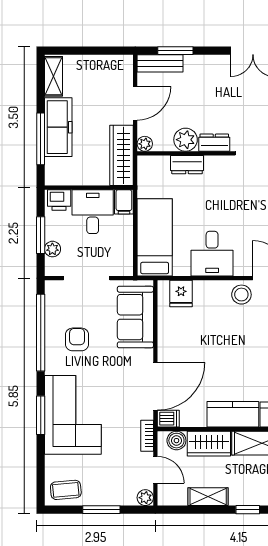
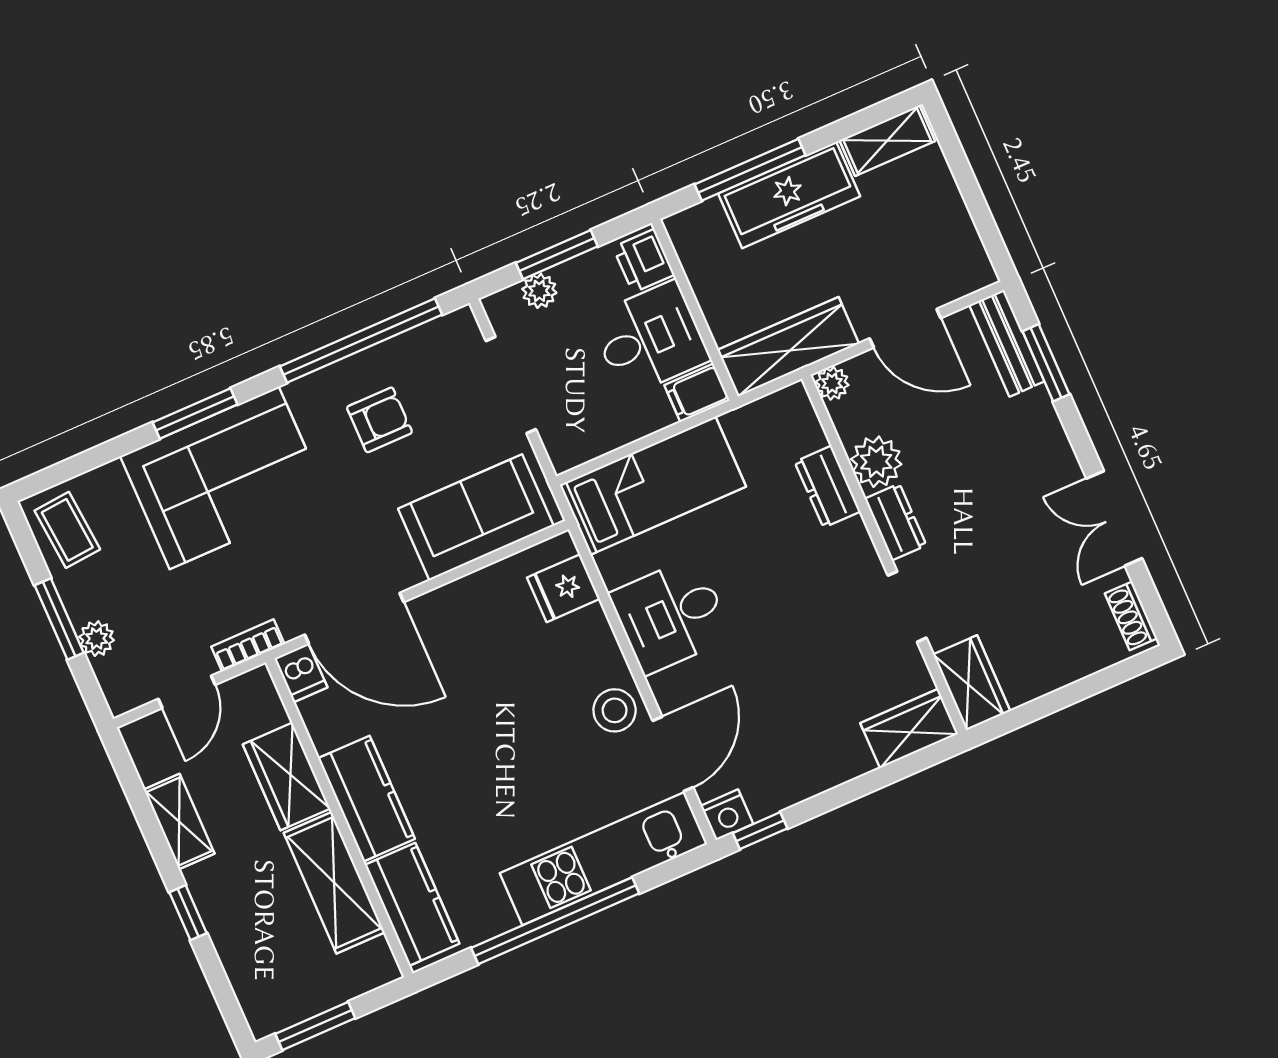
boiler: (176, 441) -> (264, 709), removed
plant: (145, 498) -> (97, 639), moved

